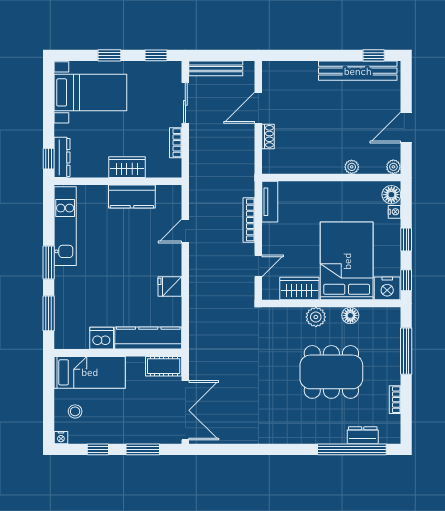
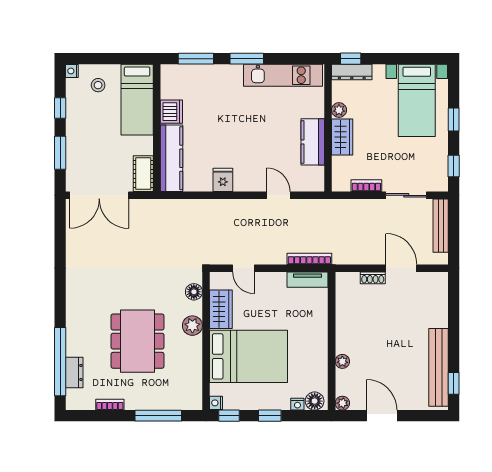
plant: (100, 170) -> (339, 110), added
bookcase: (249, 220) -> (309, 259), moved
nightstand: (387, 288) -> (216, 403), width x0.53, depth x0.56
floor lamp: (350, 315) -> (194, 292), moved

